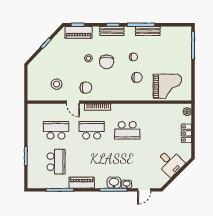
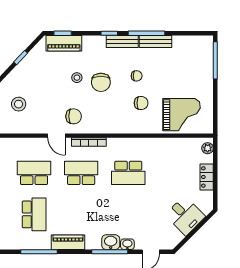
bench: (112, 31) -> (122, 41), moved
stool: (57, 84) -> (19, 104), moved

